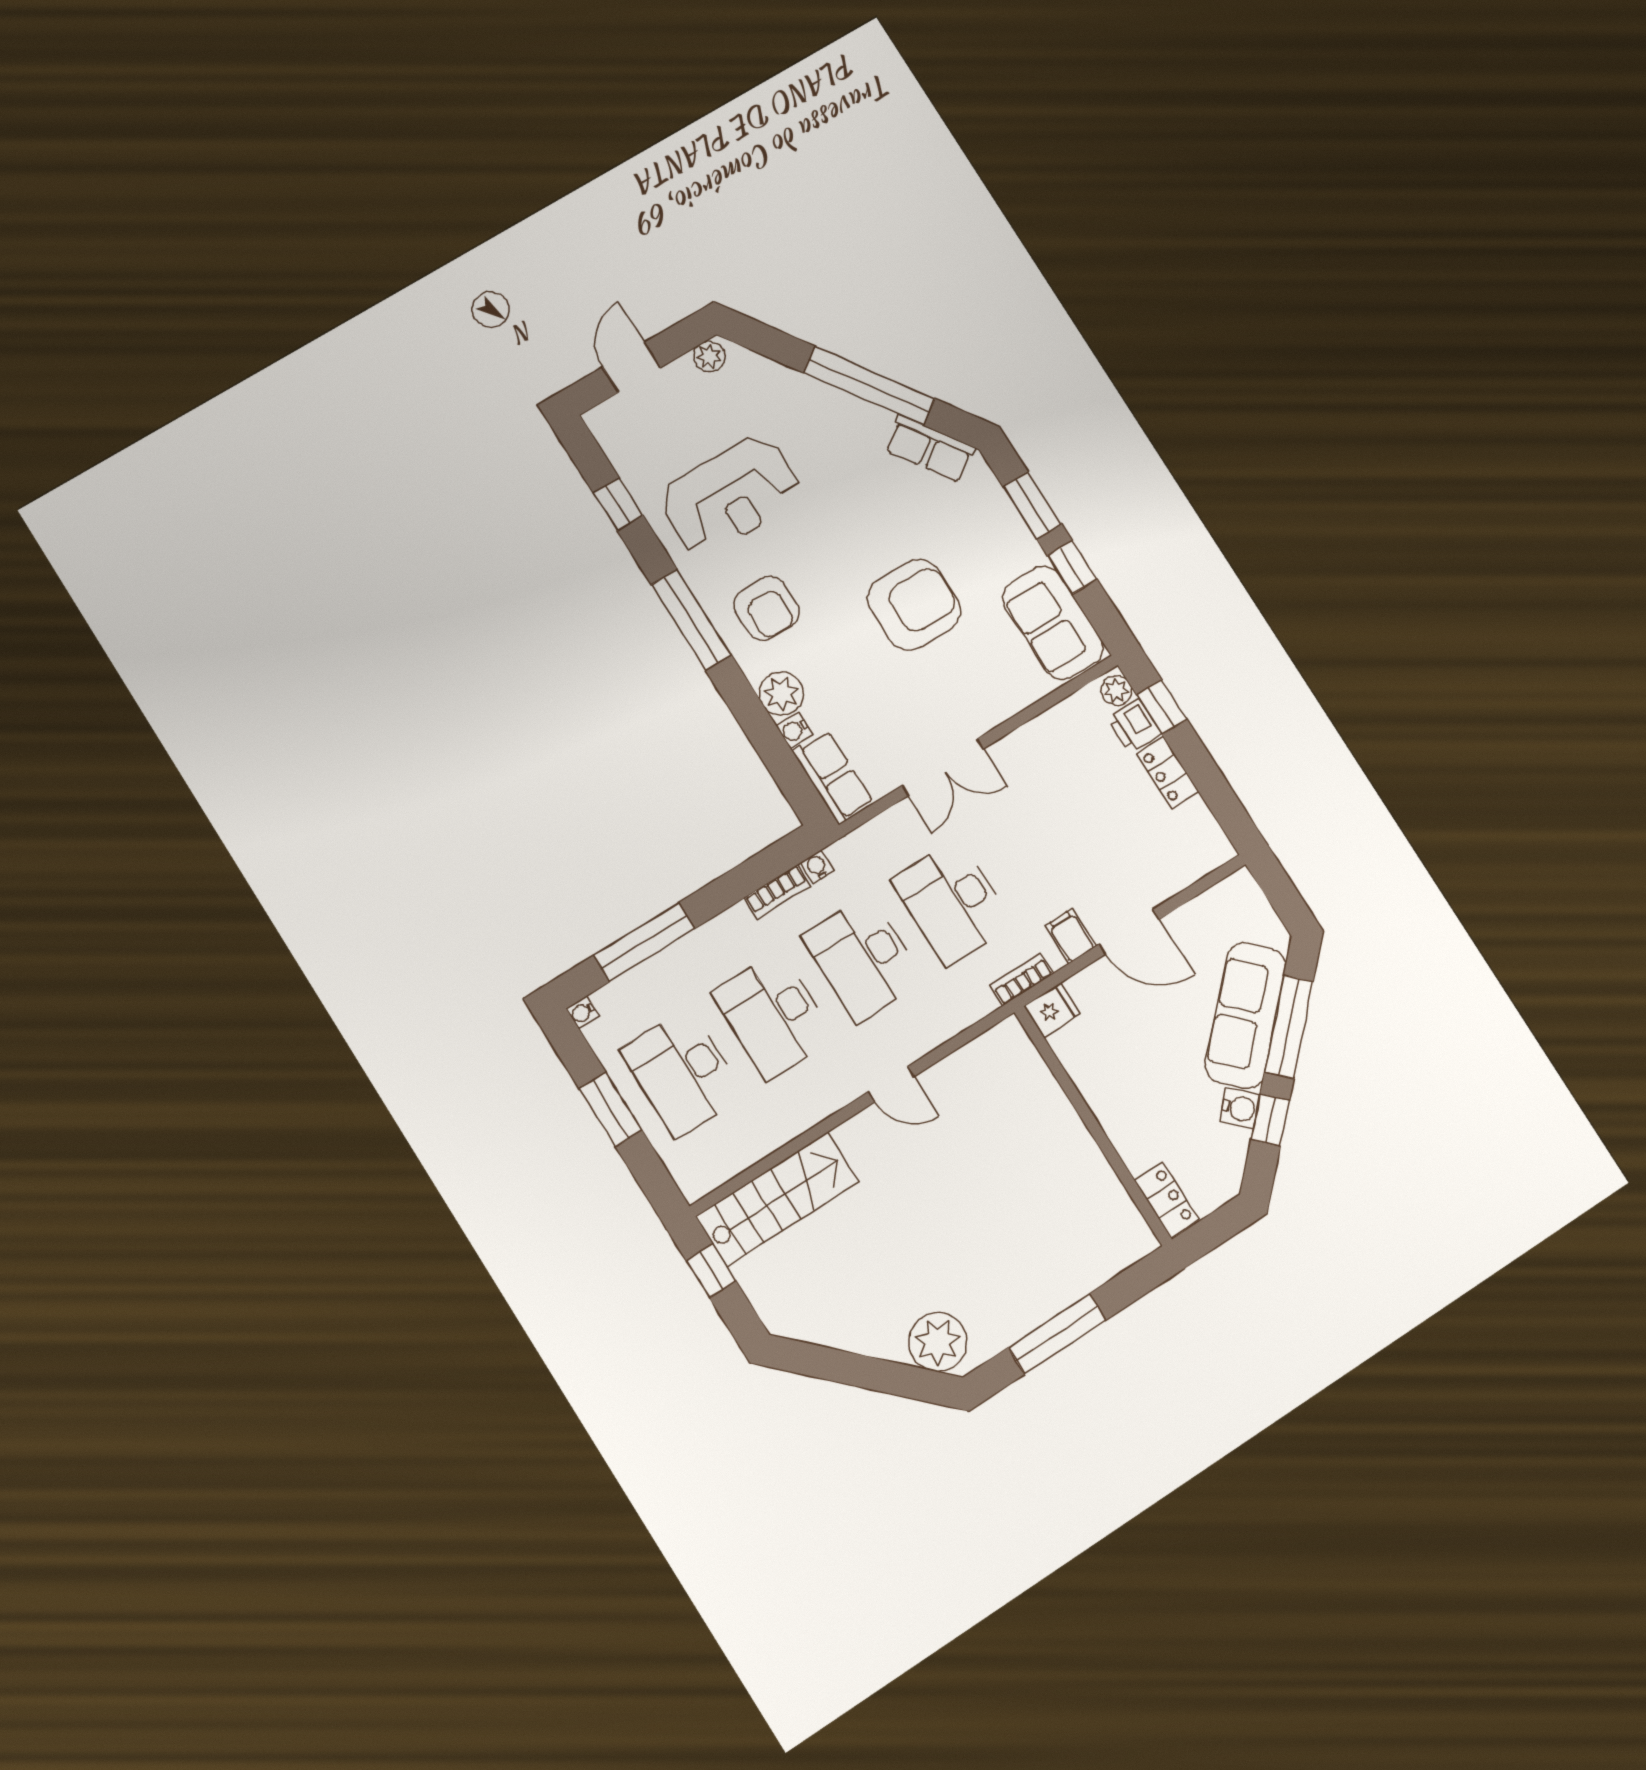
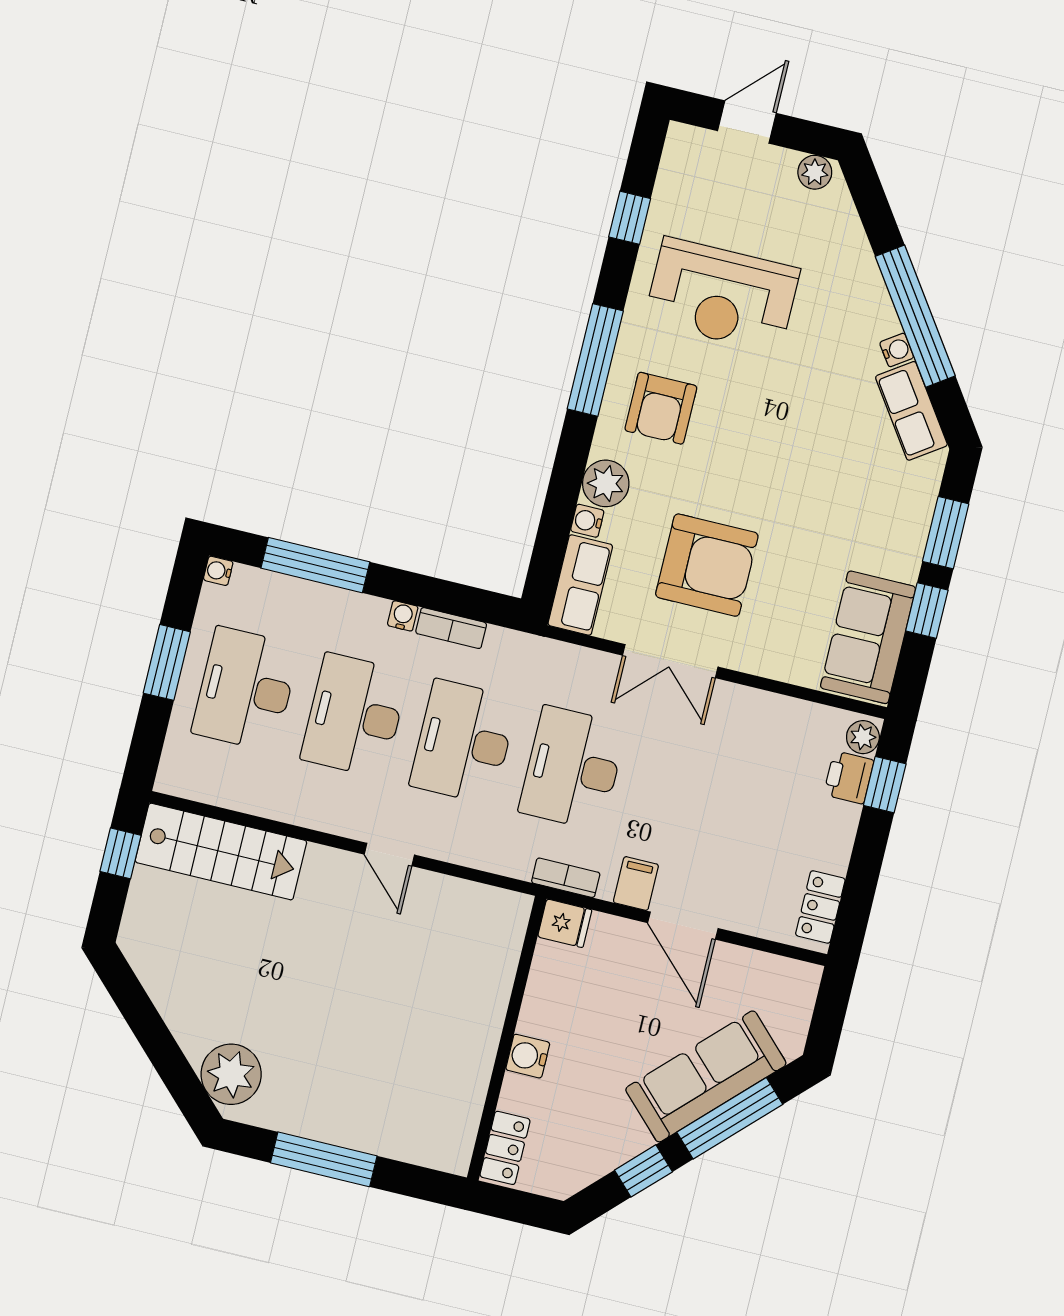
water cooler: (880, 419) -> (897, 350), added
armchair: (914, 605) -> (707, 565), moved
locker: (1167, 773) -> (820, 907), moved
water cooler: (817, 867) -> (403, 616), moved
water cooler: (1240, 1108) -> (528, 1056), moved, turned 135

